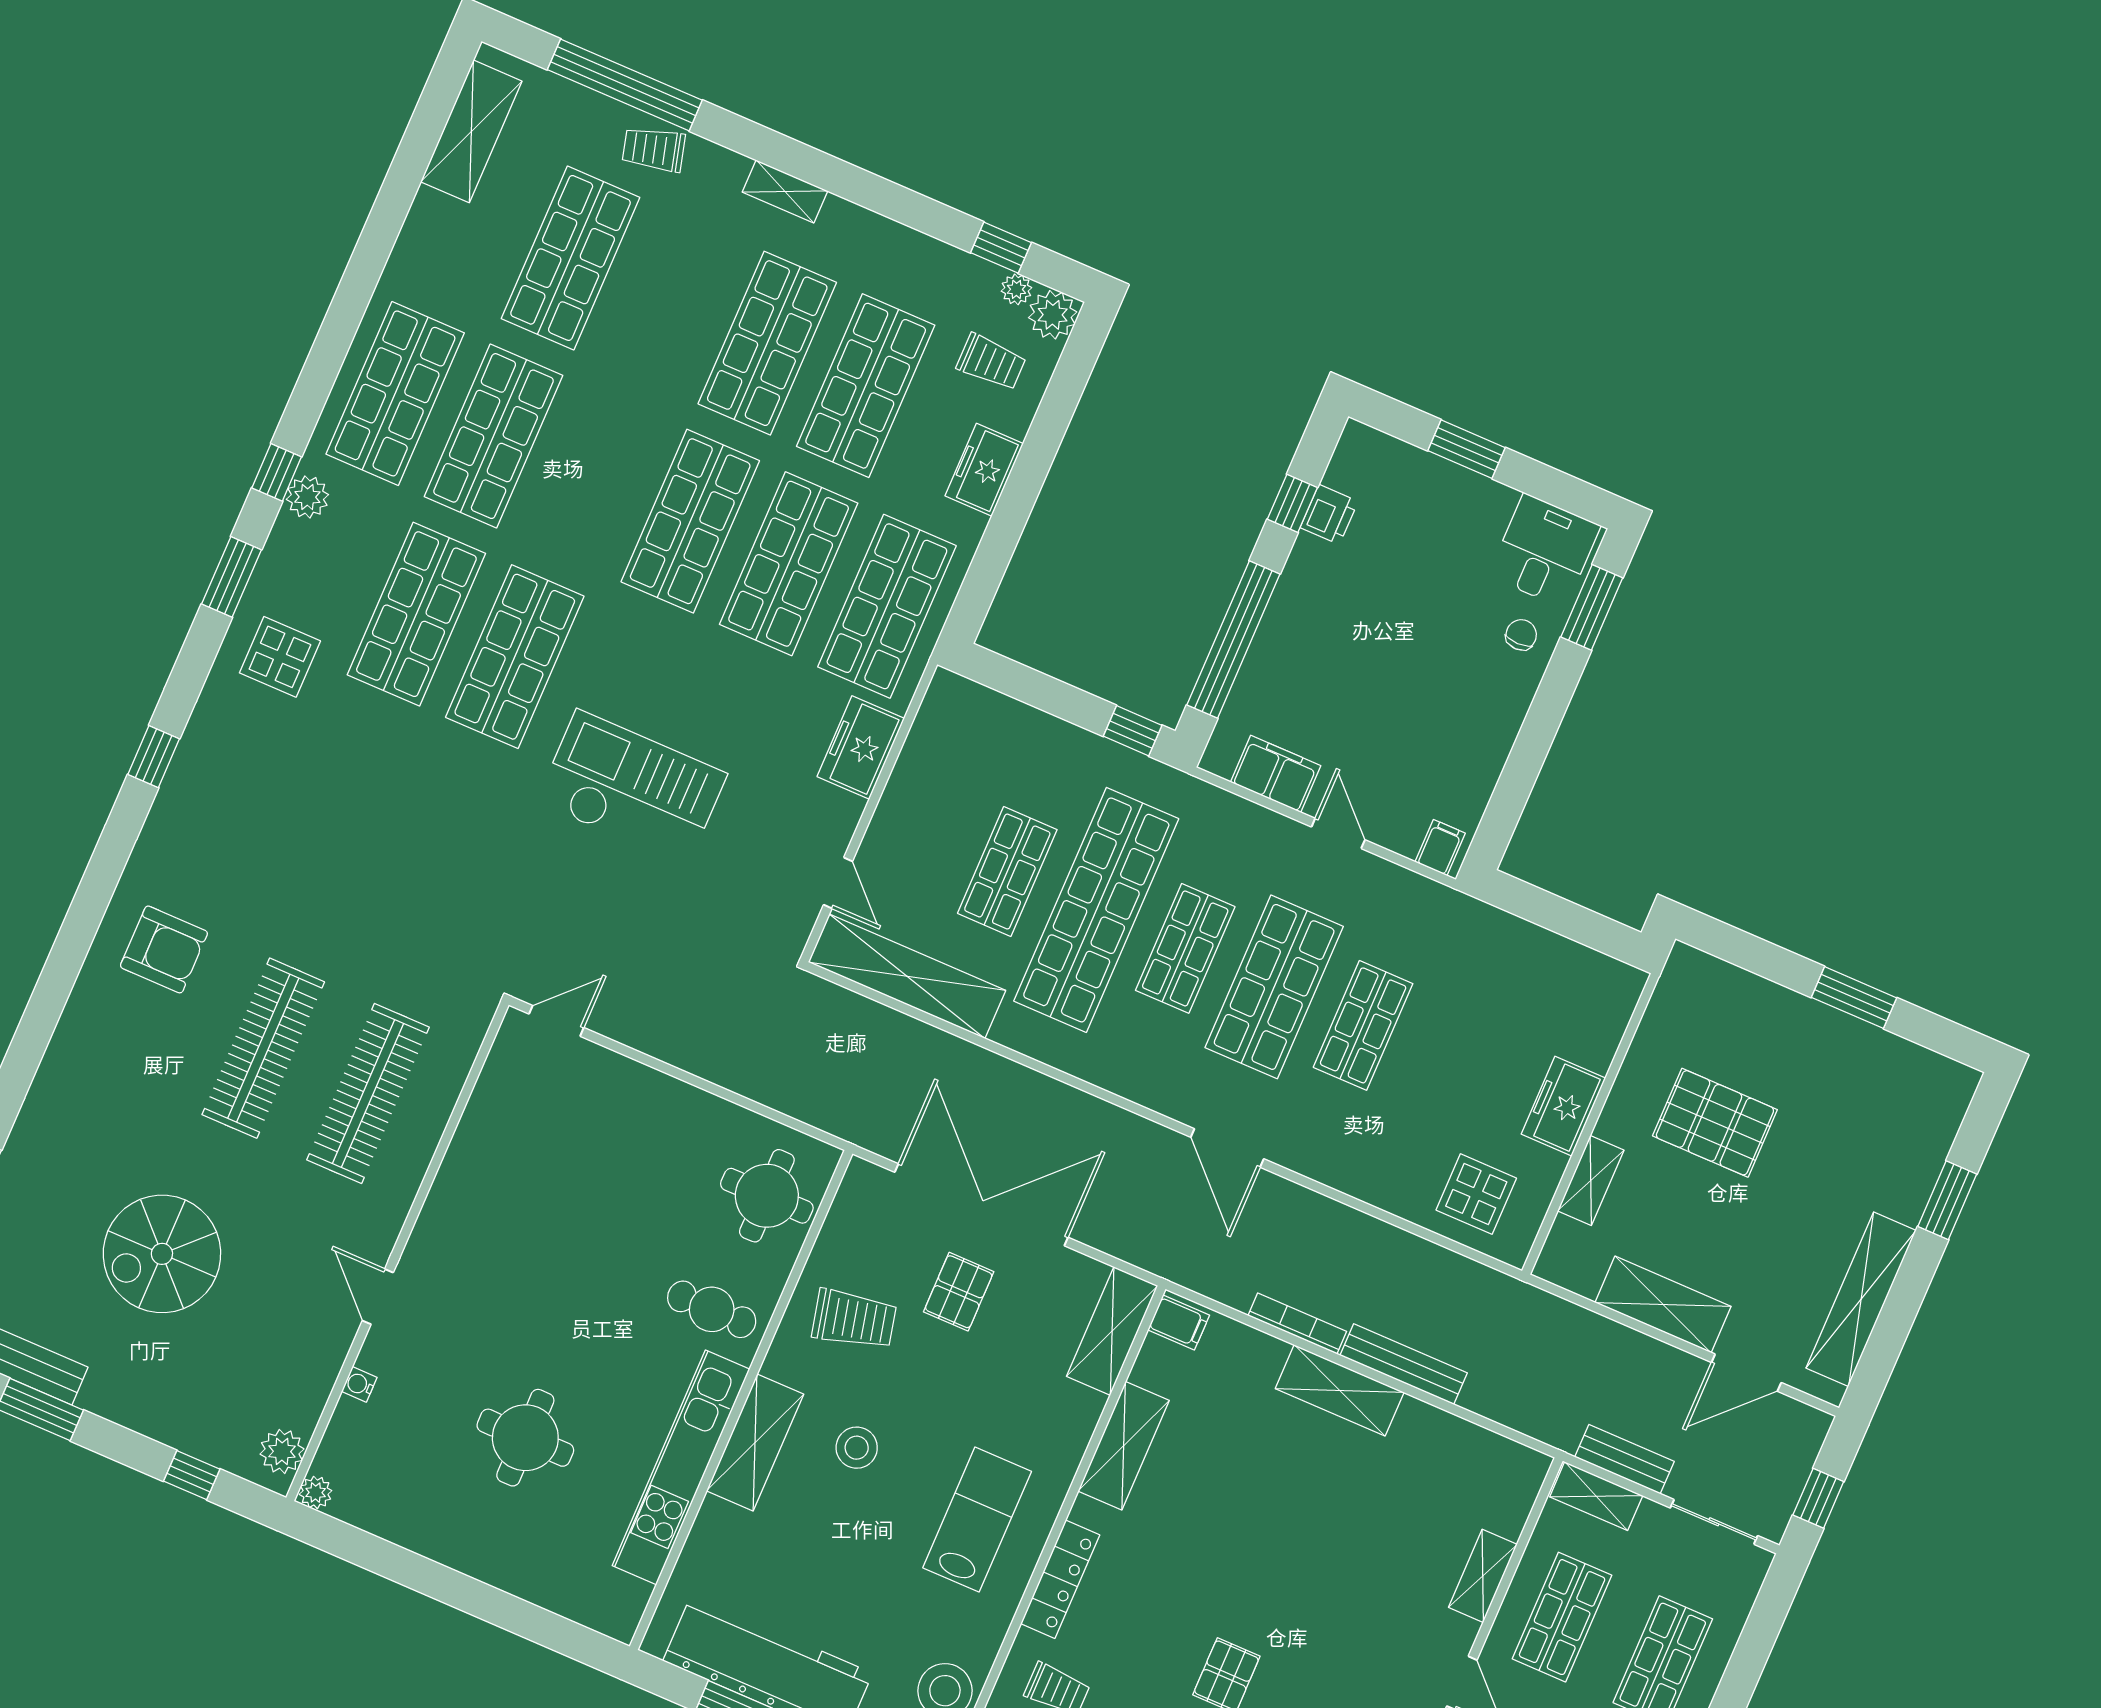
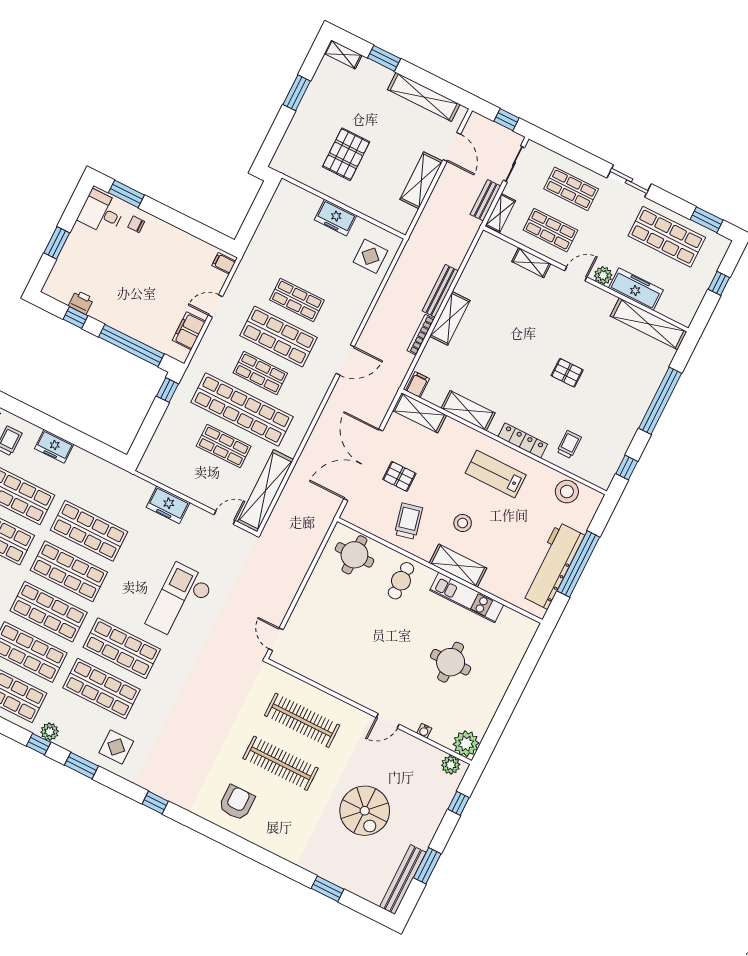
shop shelf: (887, 606) -> (49, 612), moved
shelving: (1591, 1181) -> (343, 54), moved
kitchen unit: (681, 1467) -> (467, 597), width x0.73
plant: (316, 1493) -> (466, 744), width x1.88, depth x1.88

